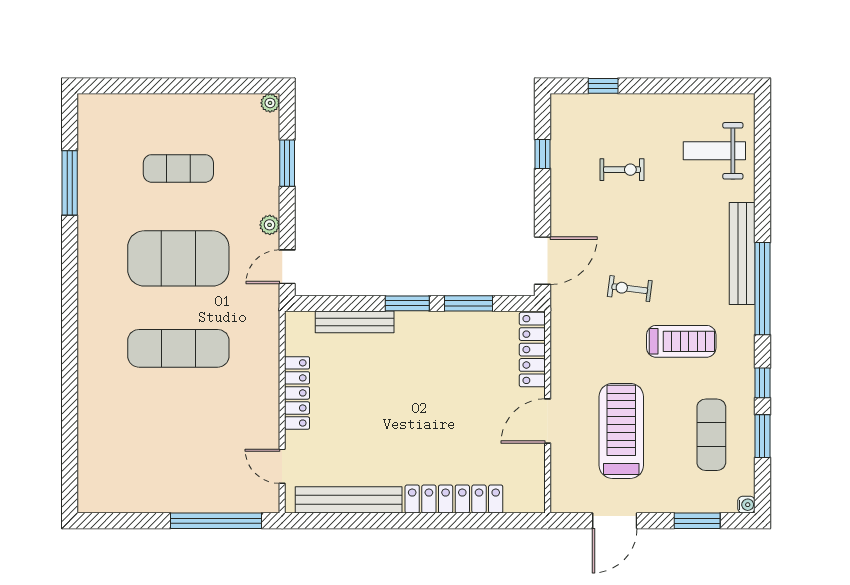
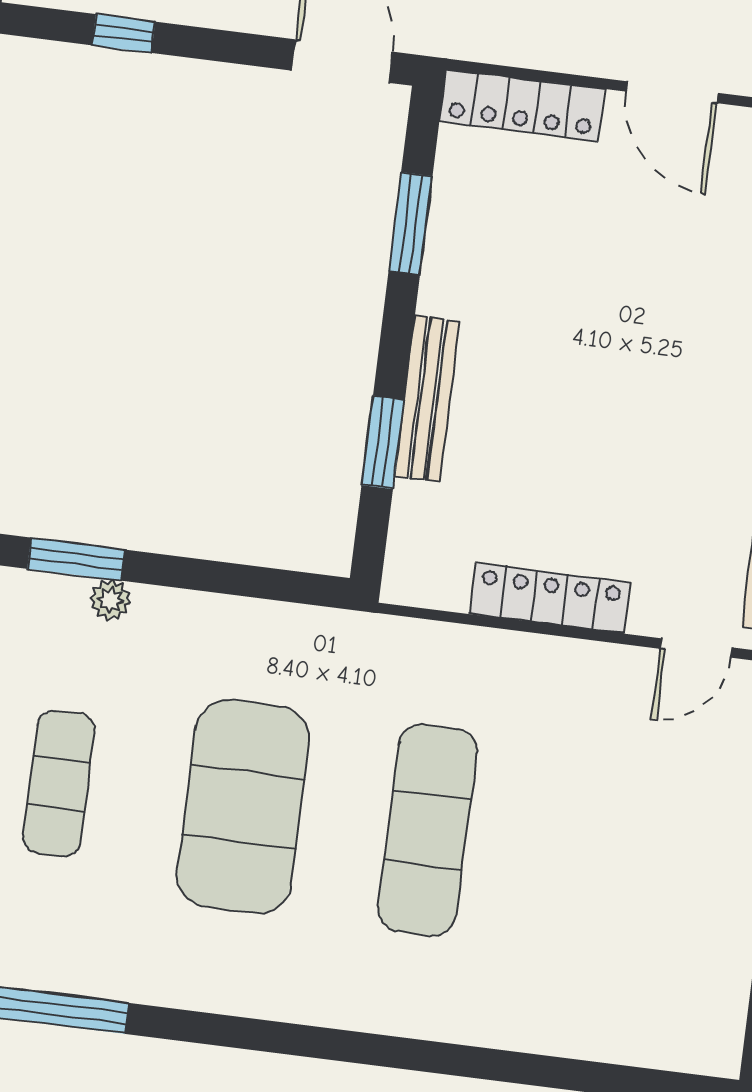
plant: (270, 225) -> (110, 600), moved
door: (287, 267) -> (289, 586), removed
window: (407, 303) -> (383, 442), moved
bench: (355, 322) -> (427, 399), moved

